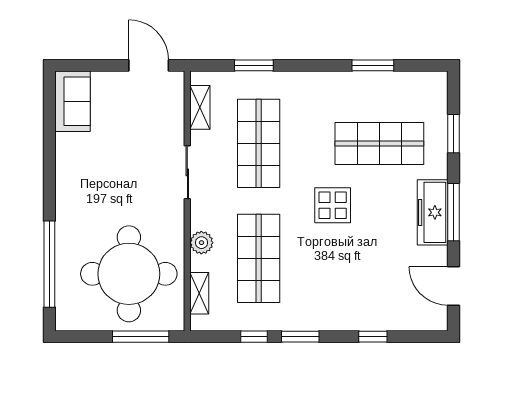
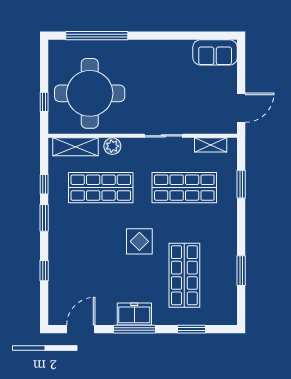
freezer: (433, 212) -> (134, 314), width x0.71
shelving: (199, 293) -> (76, 147), width x1.50, depth x1.33
window: (141, 337) -> (44, 102), width x0.46

